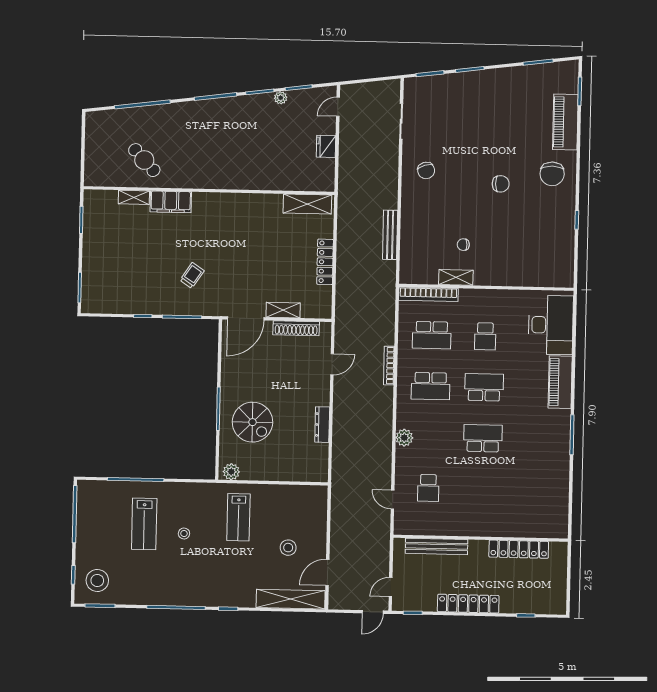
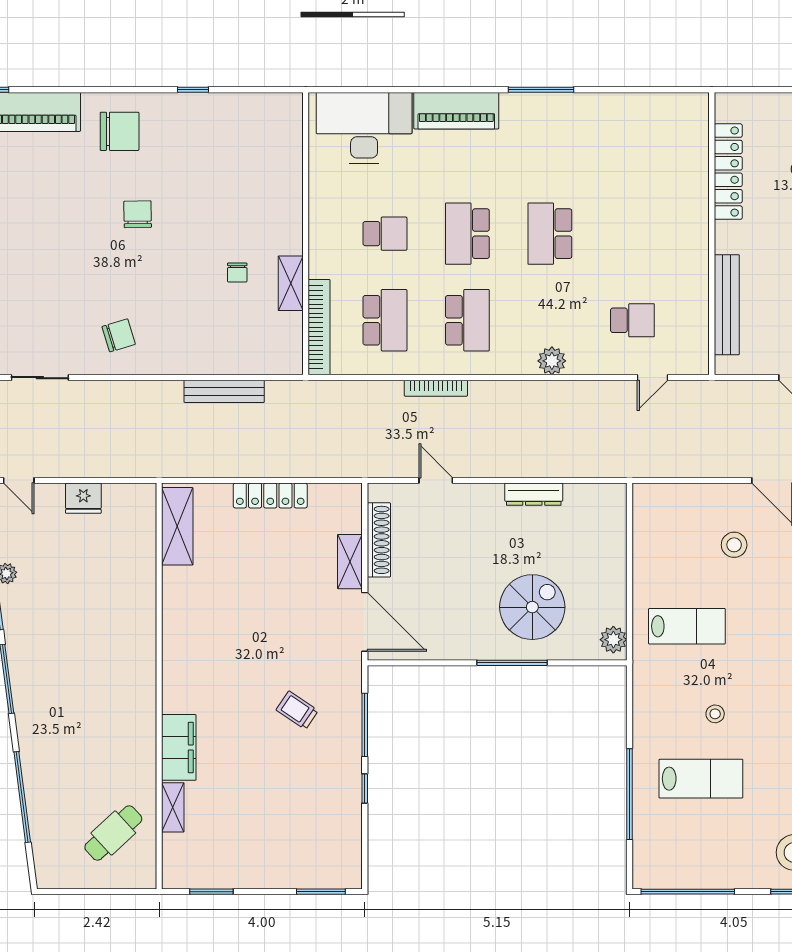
cafe table: (144, 160) -> (113, 833), moved

